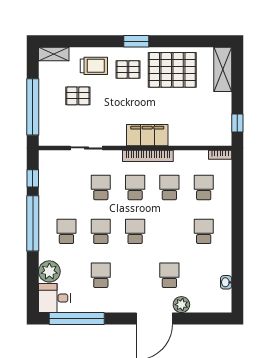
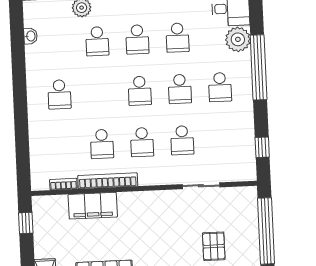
pallet: (78, 96) -> (214, 246), turned 90
filing cabinet: (147, 135) -> (93, 206), moved
bookcase: (220, 155) -> (63, 184), moved
bookcase: (148, 156) -> (108, 181), moved
school desk: (204, 188) -> (137, 39), moved
window: (33, 223) -> (259, 67), moved

